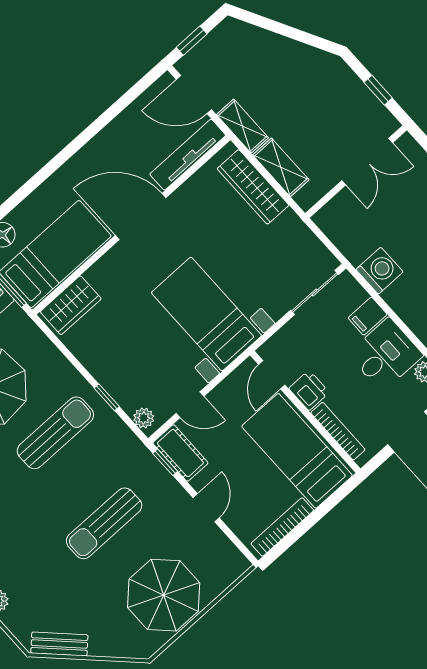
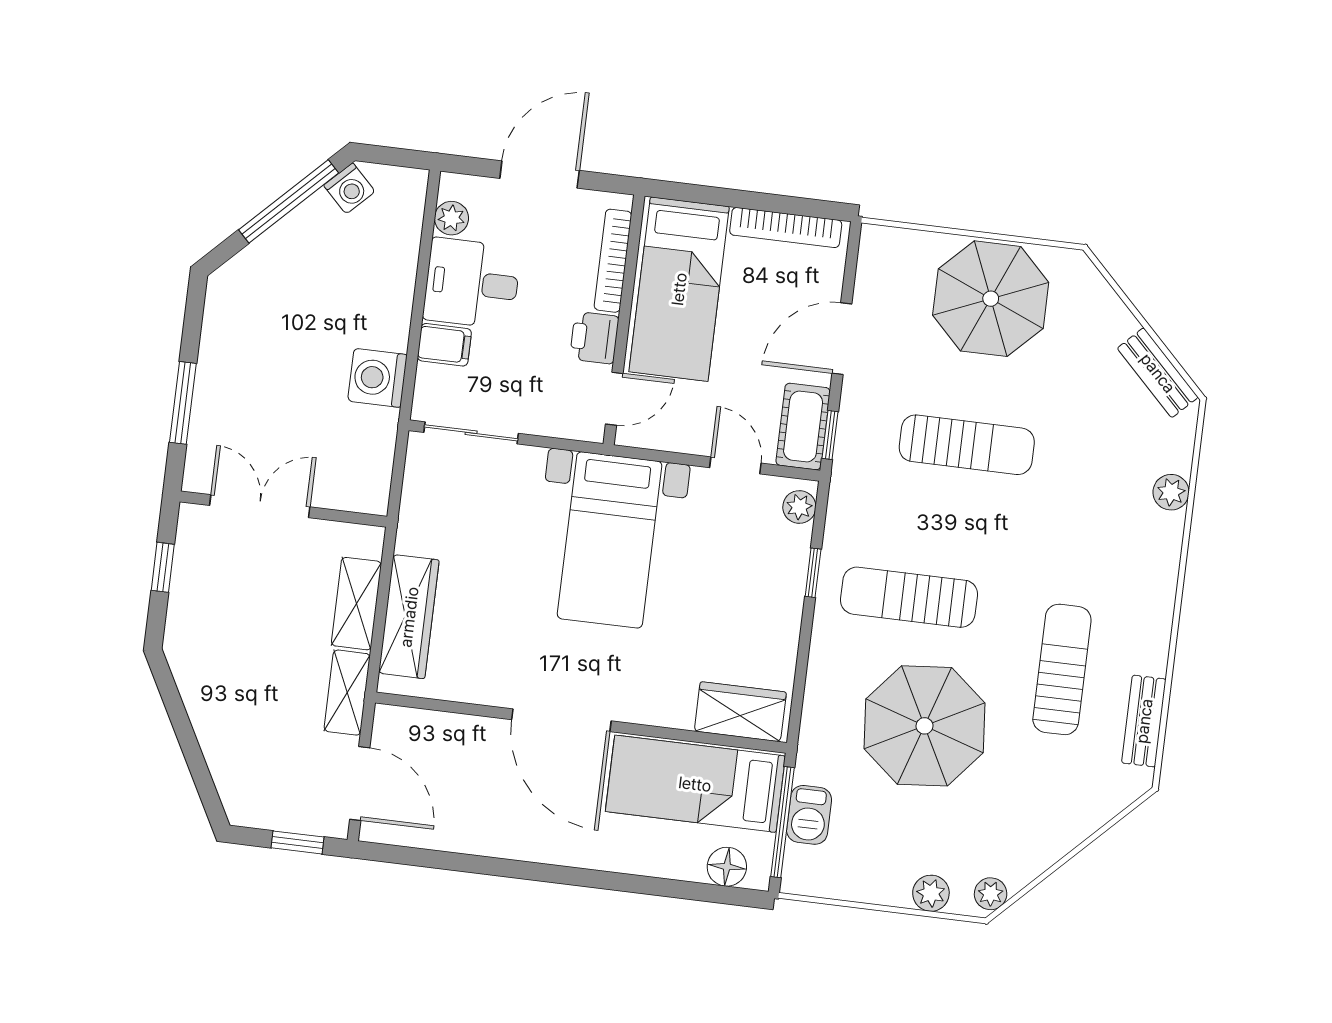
tv unit: (188, 155) -> (438, 728), removed
door: (206, 508) -> (842, 339), width x1.37

